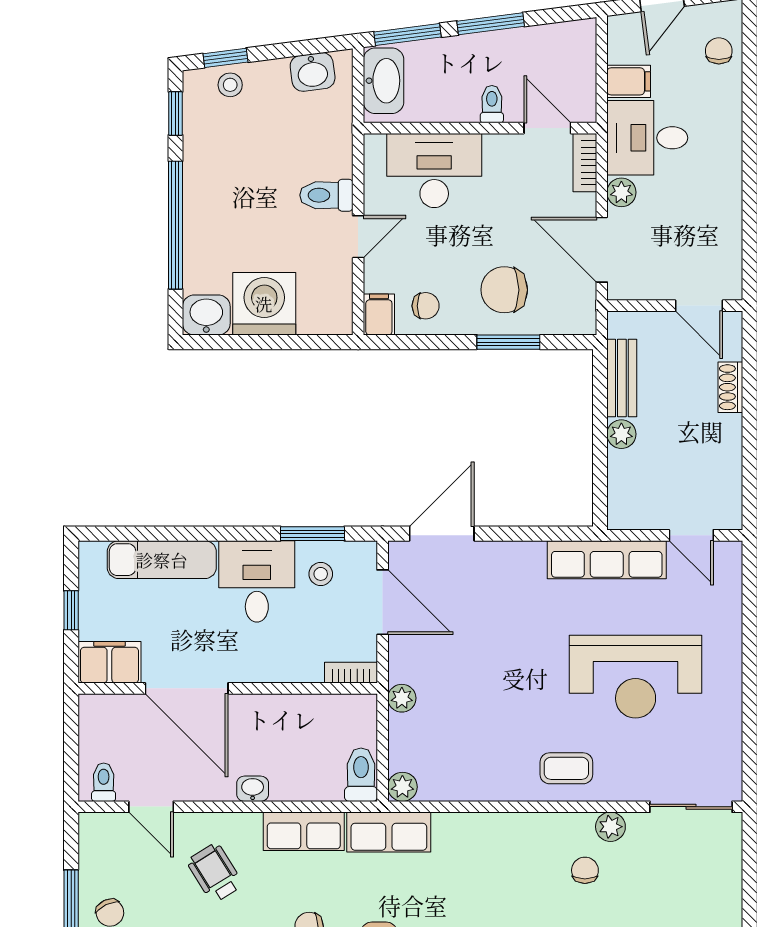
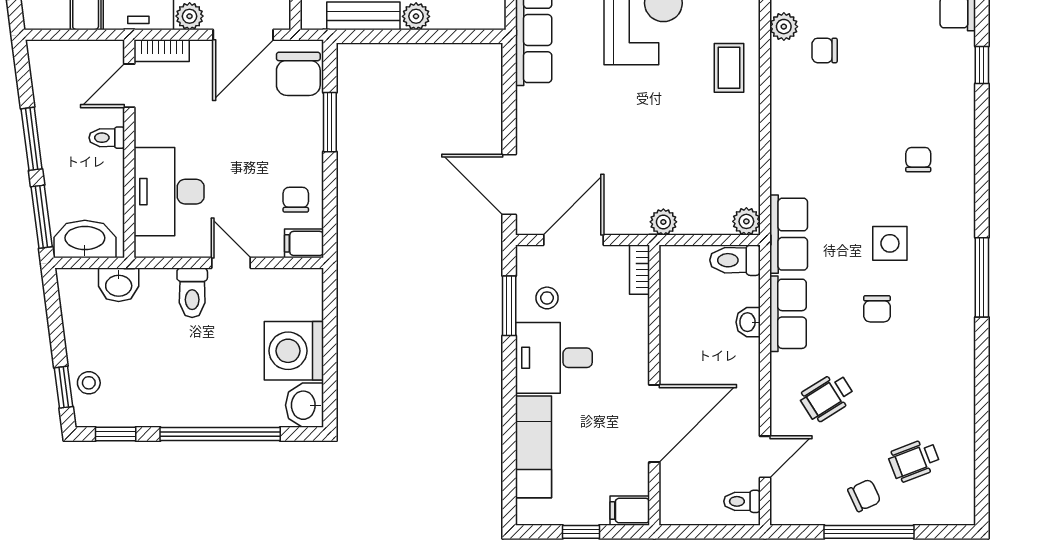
washbasin: (313, 72) -> (119, 285), moved, turned 97
chair: (504, 290) -> (298, 74), moved
filing cabinet: (109, 662) -> (630, 511), width x0.50
washbasin: (253, 789) -> (748, 322), moved

